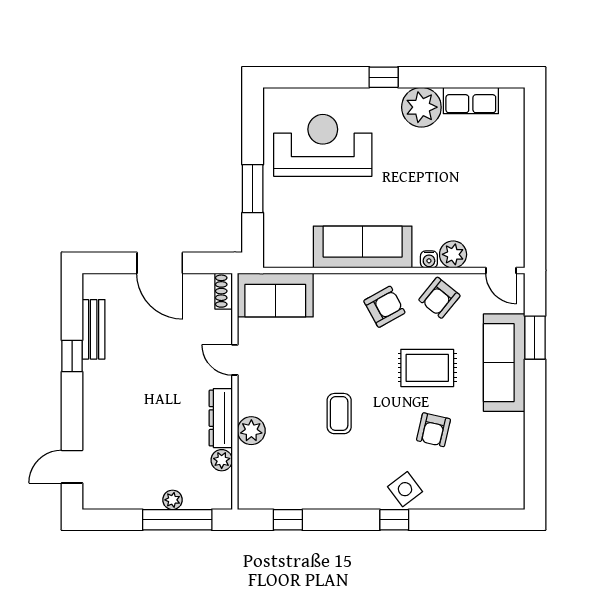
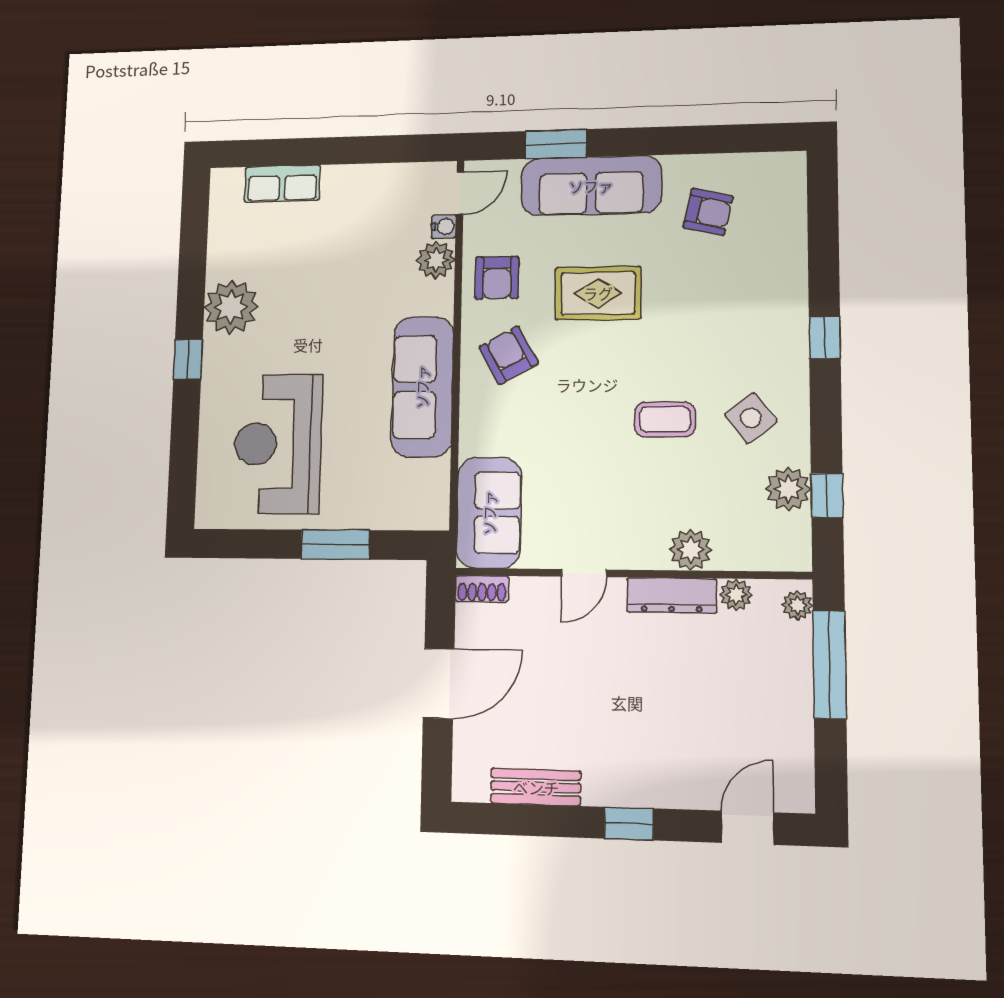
row of seats: (471, 101) -> (282, 184), moved, turned 90
water cooler: (429, 259) -> (444, 227), moved
armchair: (439, 298) -> (497, 278), turned 51
window: (72, 356) -> (629, 824), moved
rug: (427, 368) -> (598, 293), turned 90
armchair: (434, 430) -> (708, 212), moved
door: (72, 467) -> (748, 828), swing flipped
side table: (405, 489) -> (751, 418), moved
plant: (292, 495) -> (788, 489), added
plant: (173, 500) -> (798, 605), moved

